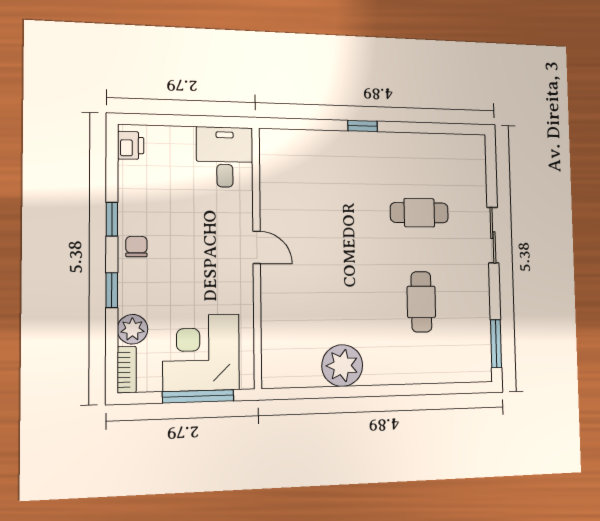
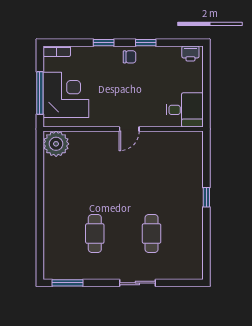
cafe table: (421, 302) -> (95, 234), turned 90
plant: (132, 329) -> (80, 55), removed
plant: (342, 366) -> (56, 144), moved

